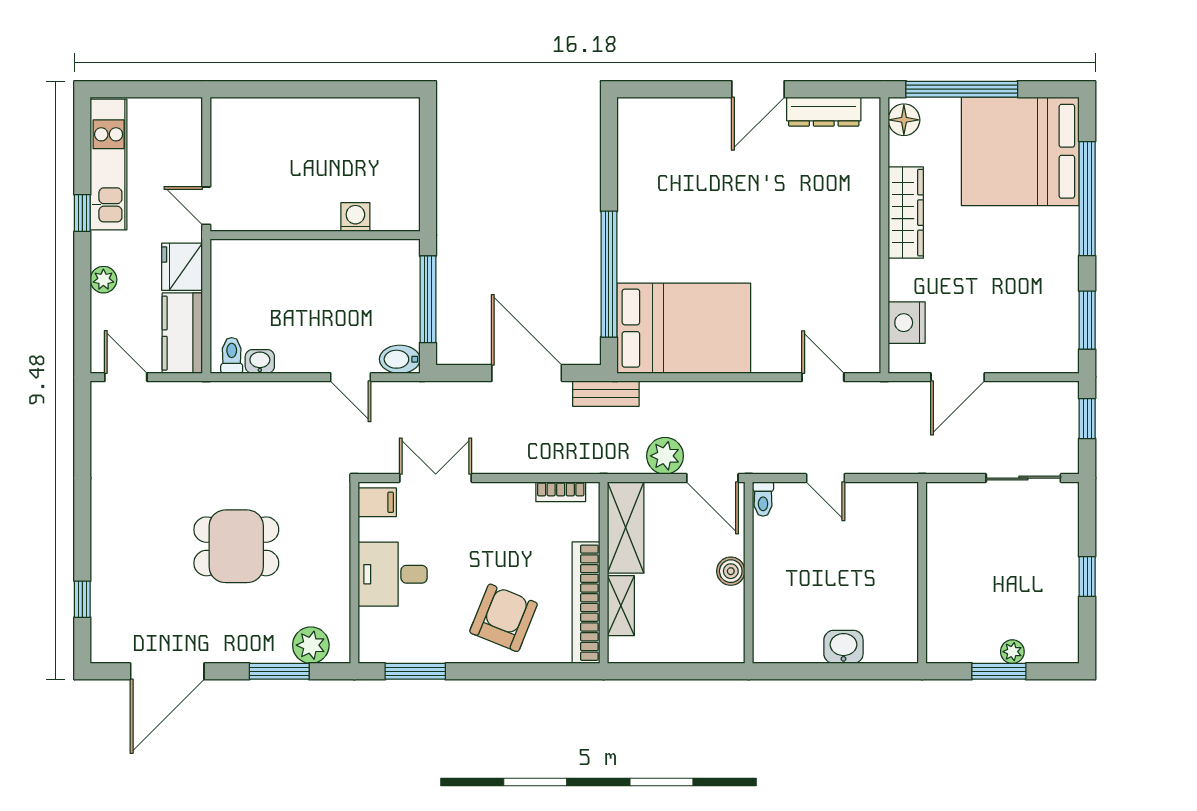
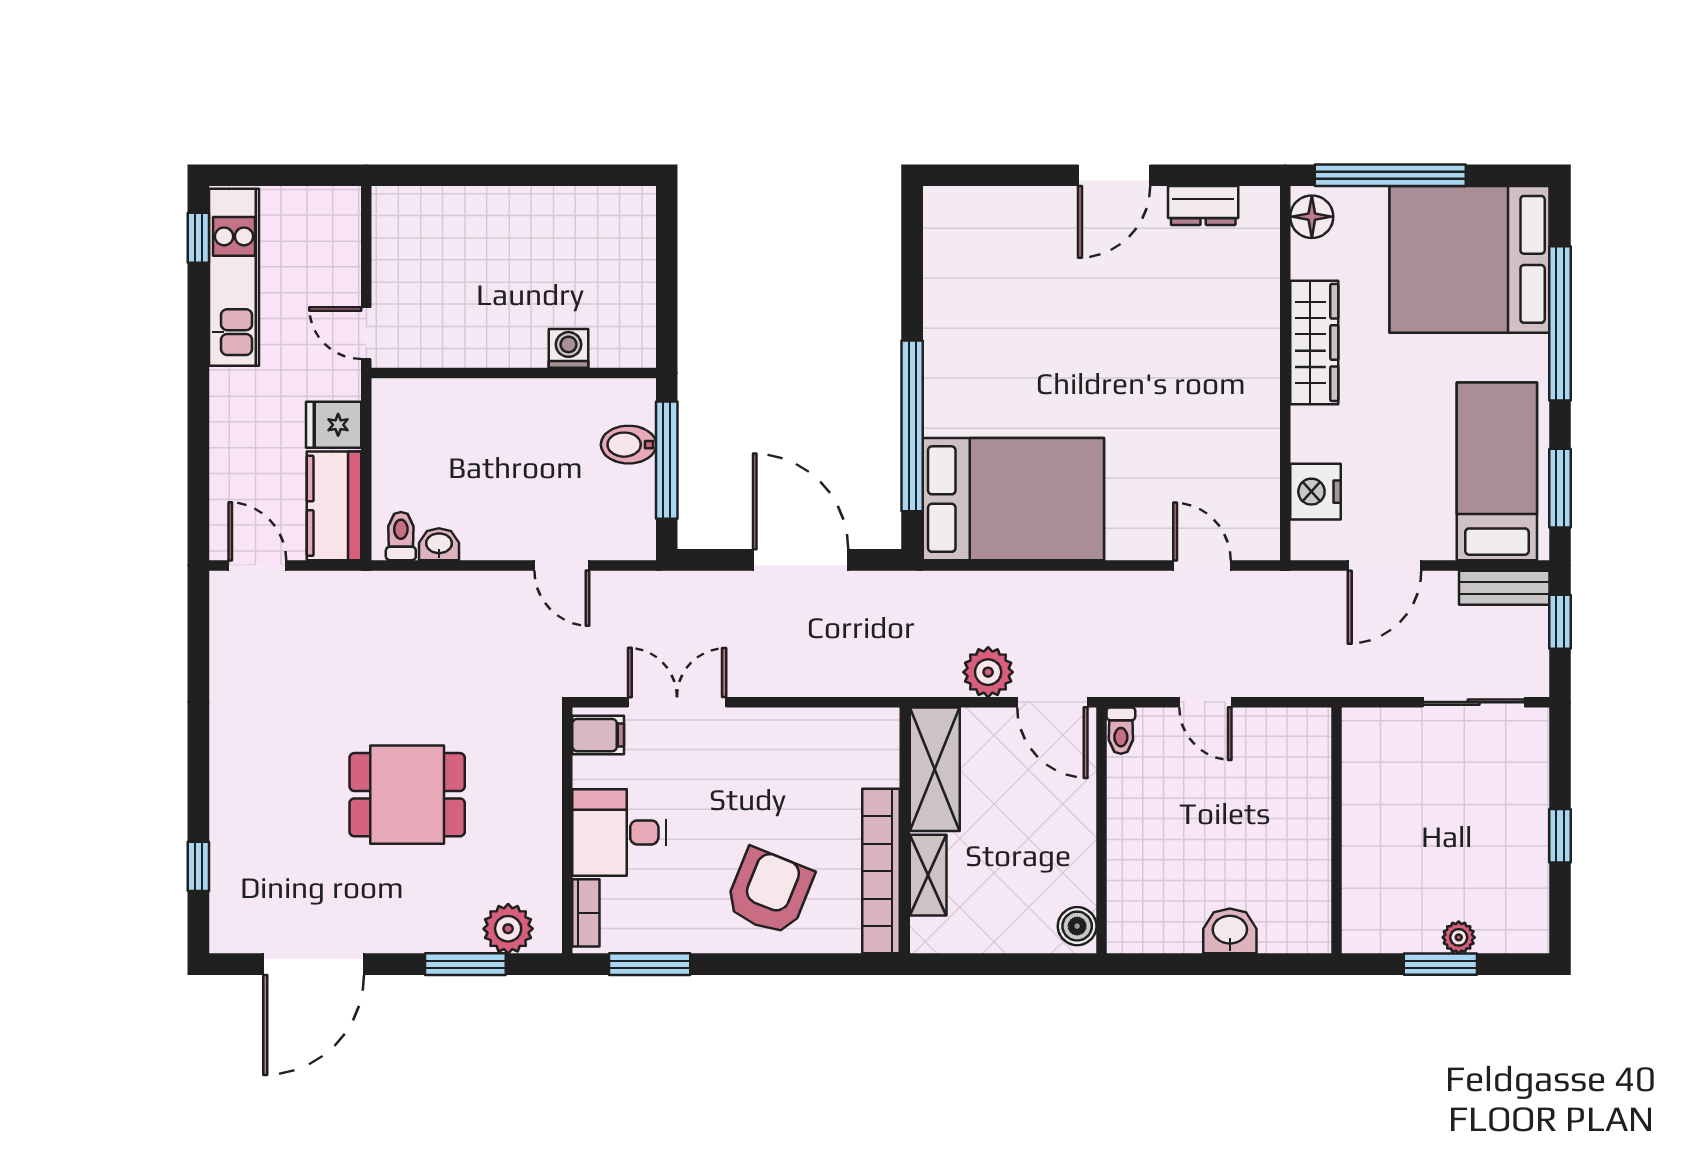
dresser: (824, 112) -> (1203, 206), width x0.70
window: (82, 213) -> (198, 238), moved
fridge: (182, 267) -> (334, 425), width x0.72
plant: (103, 280) -> (227, 433), removed
bed: (1041, 308) -> (1497, 471), added
bidet: (400, 359) -> (629, 445), moved
bench: (606, 394) -> (1504, 588), moved
bookcase: (561, 492) -> (586, 913), moved, turned -90
boiler: (731, 571) -> (1077, 926), moved

